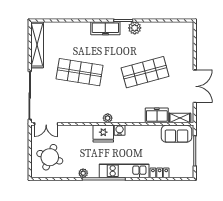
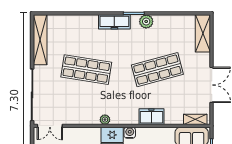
shelving: (187, 39) -> (203, 33), added
freezer: (157, 115) -> (151, 117), moved
plant: (108, 118) -> (105, 120), moved

